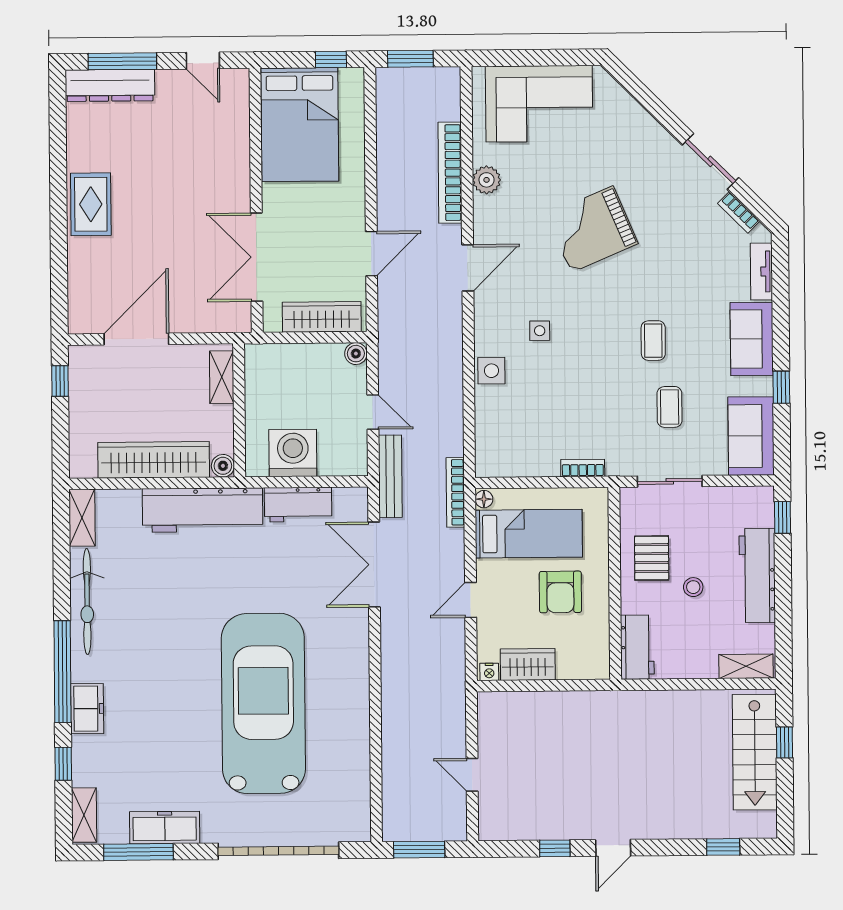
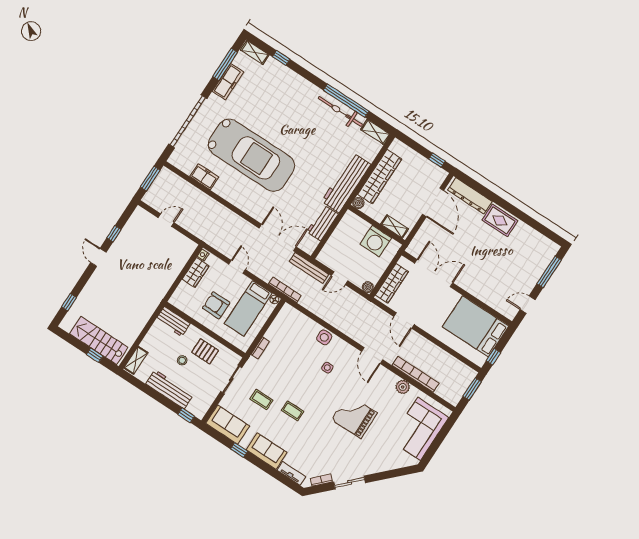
dresser: (110, 85) -> (470, 196), moved, turned -90
grand piano: (592, 229) -> (354, 416), turned -68
washing machine: (293, 453) -> (376, 241), moved, turned 90
window: (62, 672) -> (346, 101), moved
freezer: (87, 709) -> (204, 177), moved, turned 180

